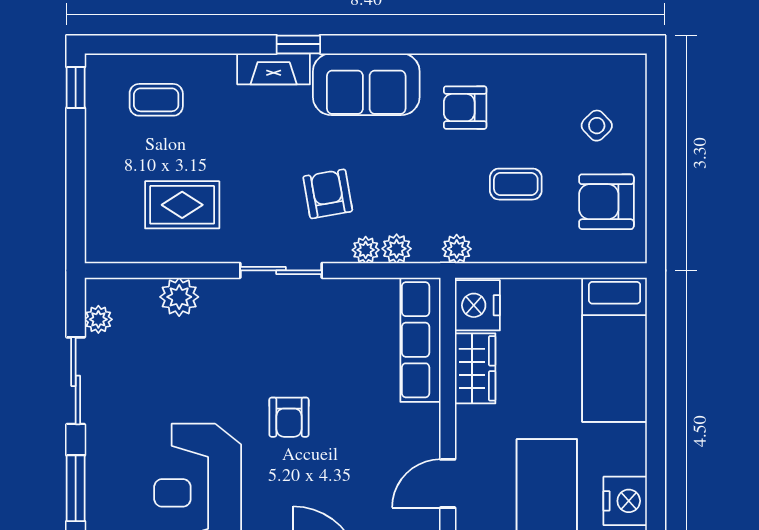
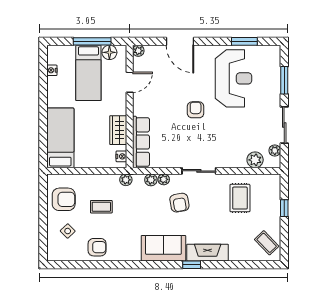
fireplace: (274, 69) -> (208, 253), width x1.37, depth x1.32
window: (76, 87) -> (284, 208), moved
coffee table: (156, 100) -> (267, 243), moved, turned 46
armchair: (465, 108) -> (97, 247), moved
rug: (182, 205) -> (240, 198), turned 90
plant: (179, 297) -> (255, 160), moved
nightstand: (477, 305) -> (121, 156), width x0.53, depth x0.56
nightstand: (625, 501) -> (52, 70), width x0.53, depth x0.56

